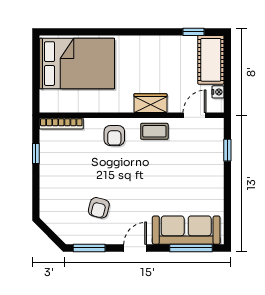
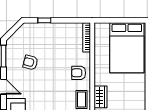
window: (36, 153) -> (44, 20), moved

